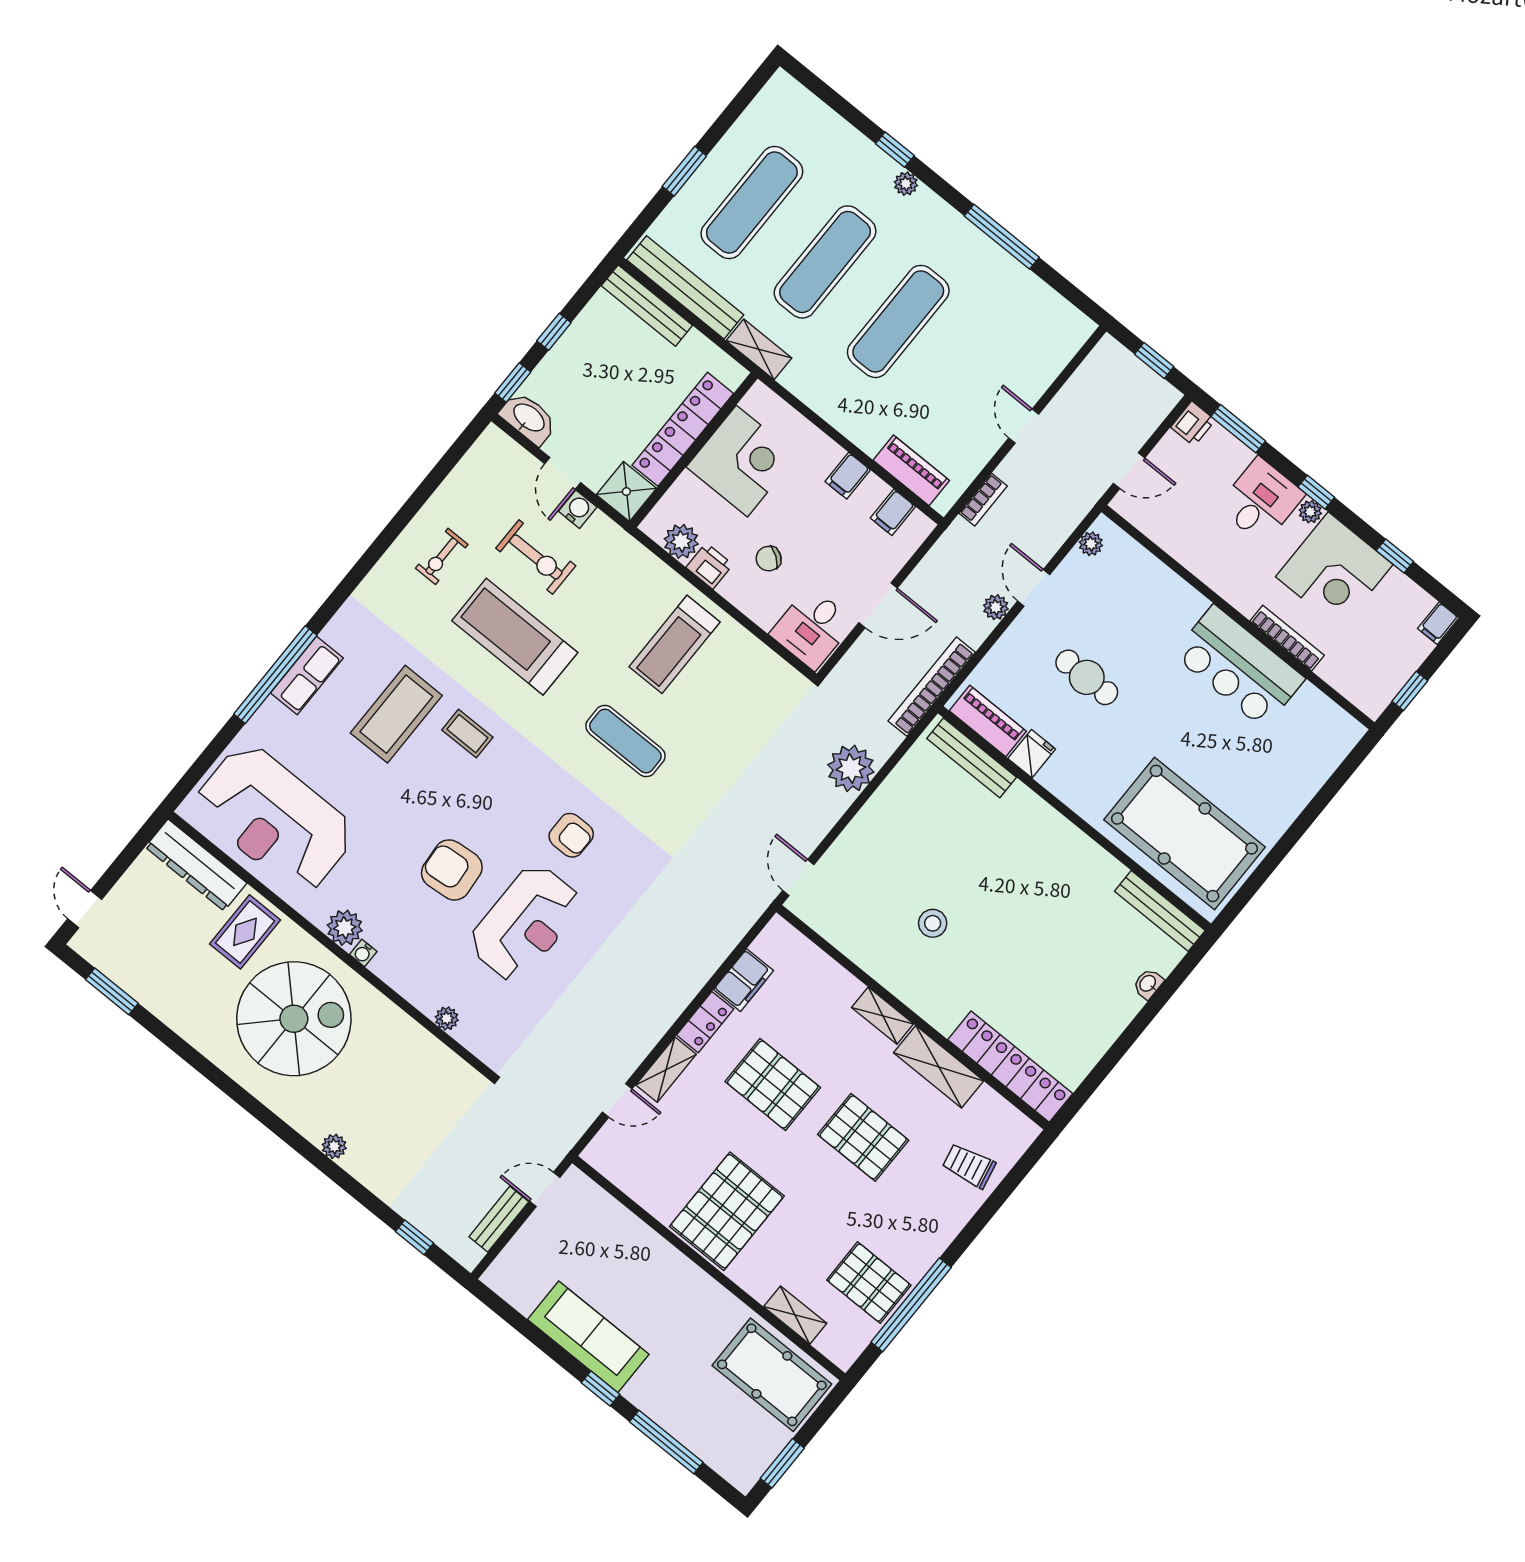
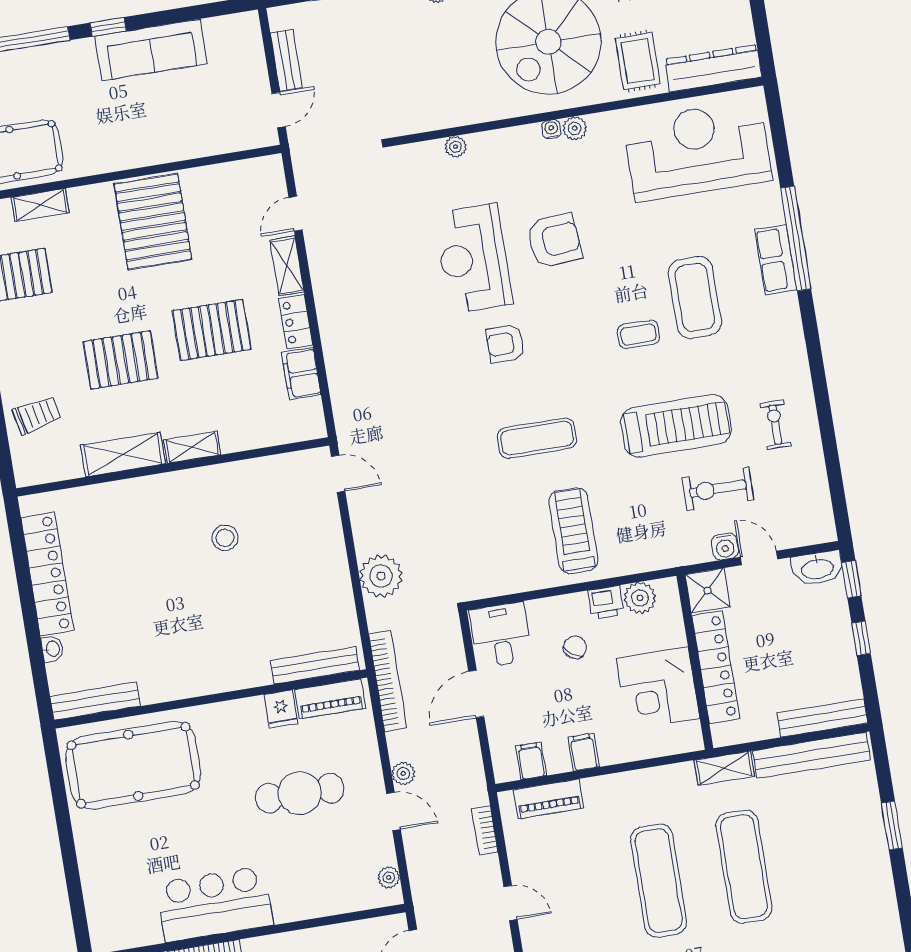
exercise mat: (752, 203) -> (829, 853), removed
cafe table: (1087, 677) -> (300, 793), width x1.37, depth x1.35
plant: (345, 928) -> (575, 128), width x0.73, depth x0.73
locker: (1010, 1067) -> (47, 574), moved, turned -90

